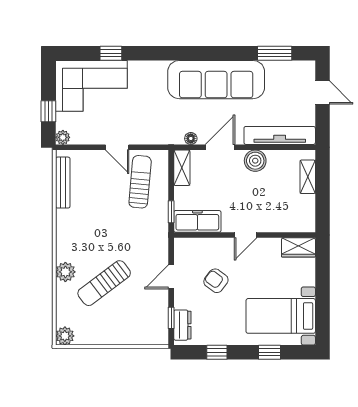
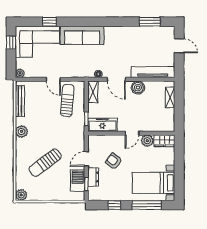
sofa: (216, 80) -> (82, 35), moved, width x0.74, depth x0.79
window: (48, 111) -> (11, 43), moved
door: (220, 147) -> (116, 79), swing flipped
plant: (270, 247) -> (147, 141), added
plant: (65, 272) -> (22, 132), moved
barbecue: (157, 312) -> (78, 180), added
dresser: (182, 325) -> (93, 177), moved
window: (270, 352) -> (147, 205), width x2.17

